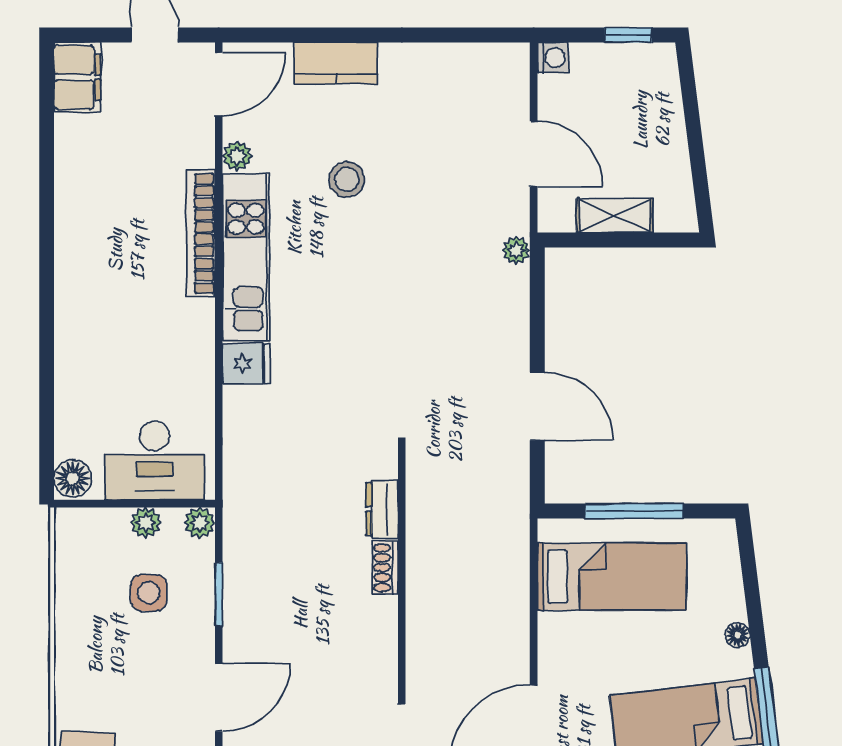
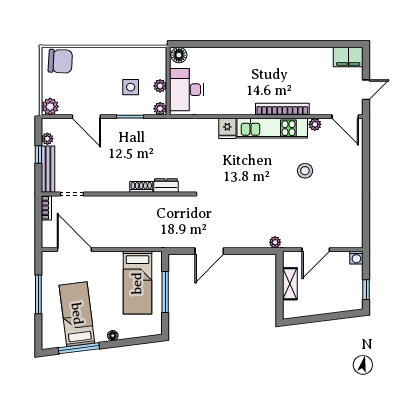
kitchen counter: (336, 63) -> (354, 166), removed

